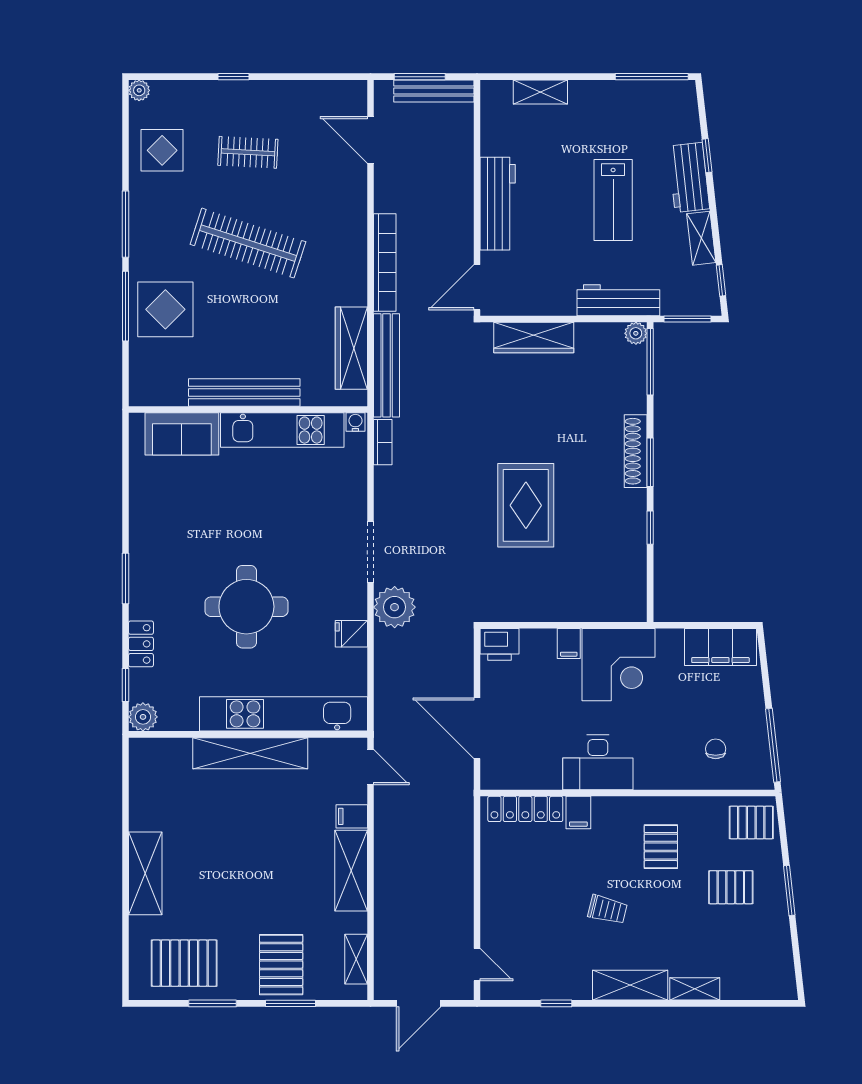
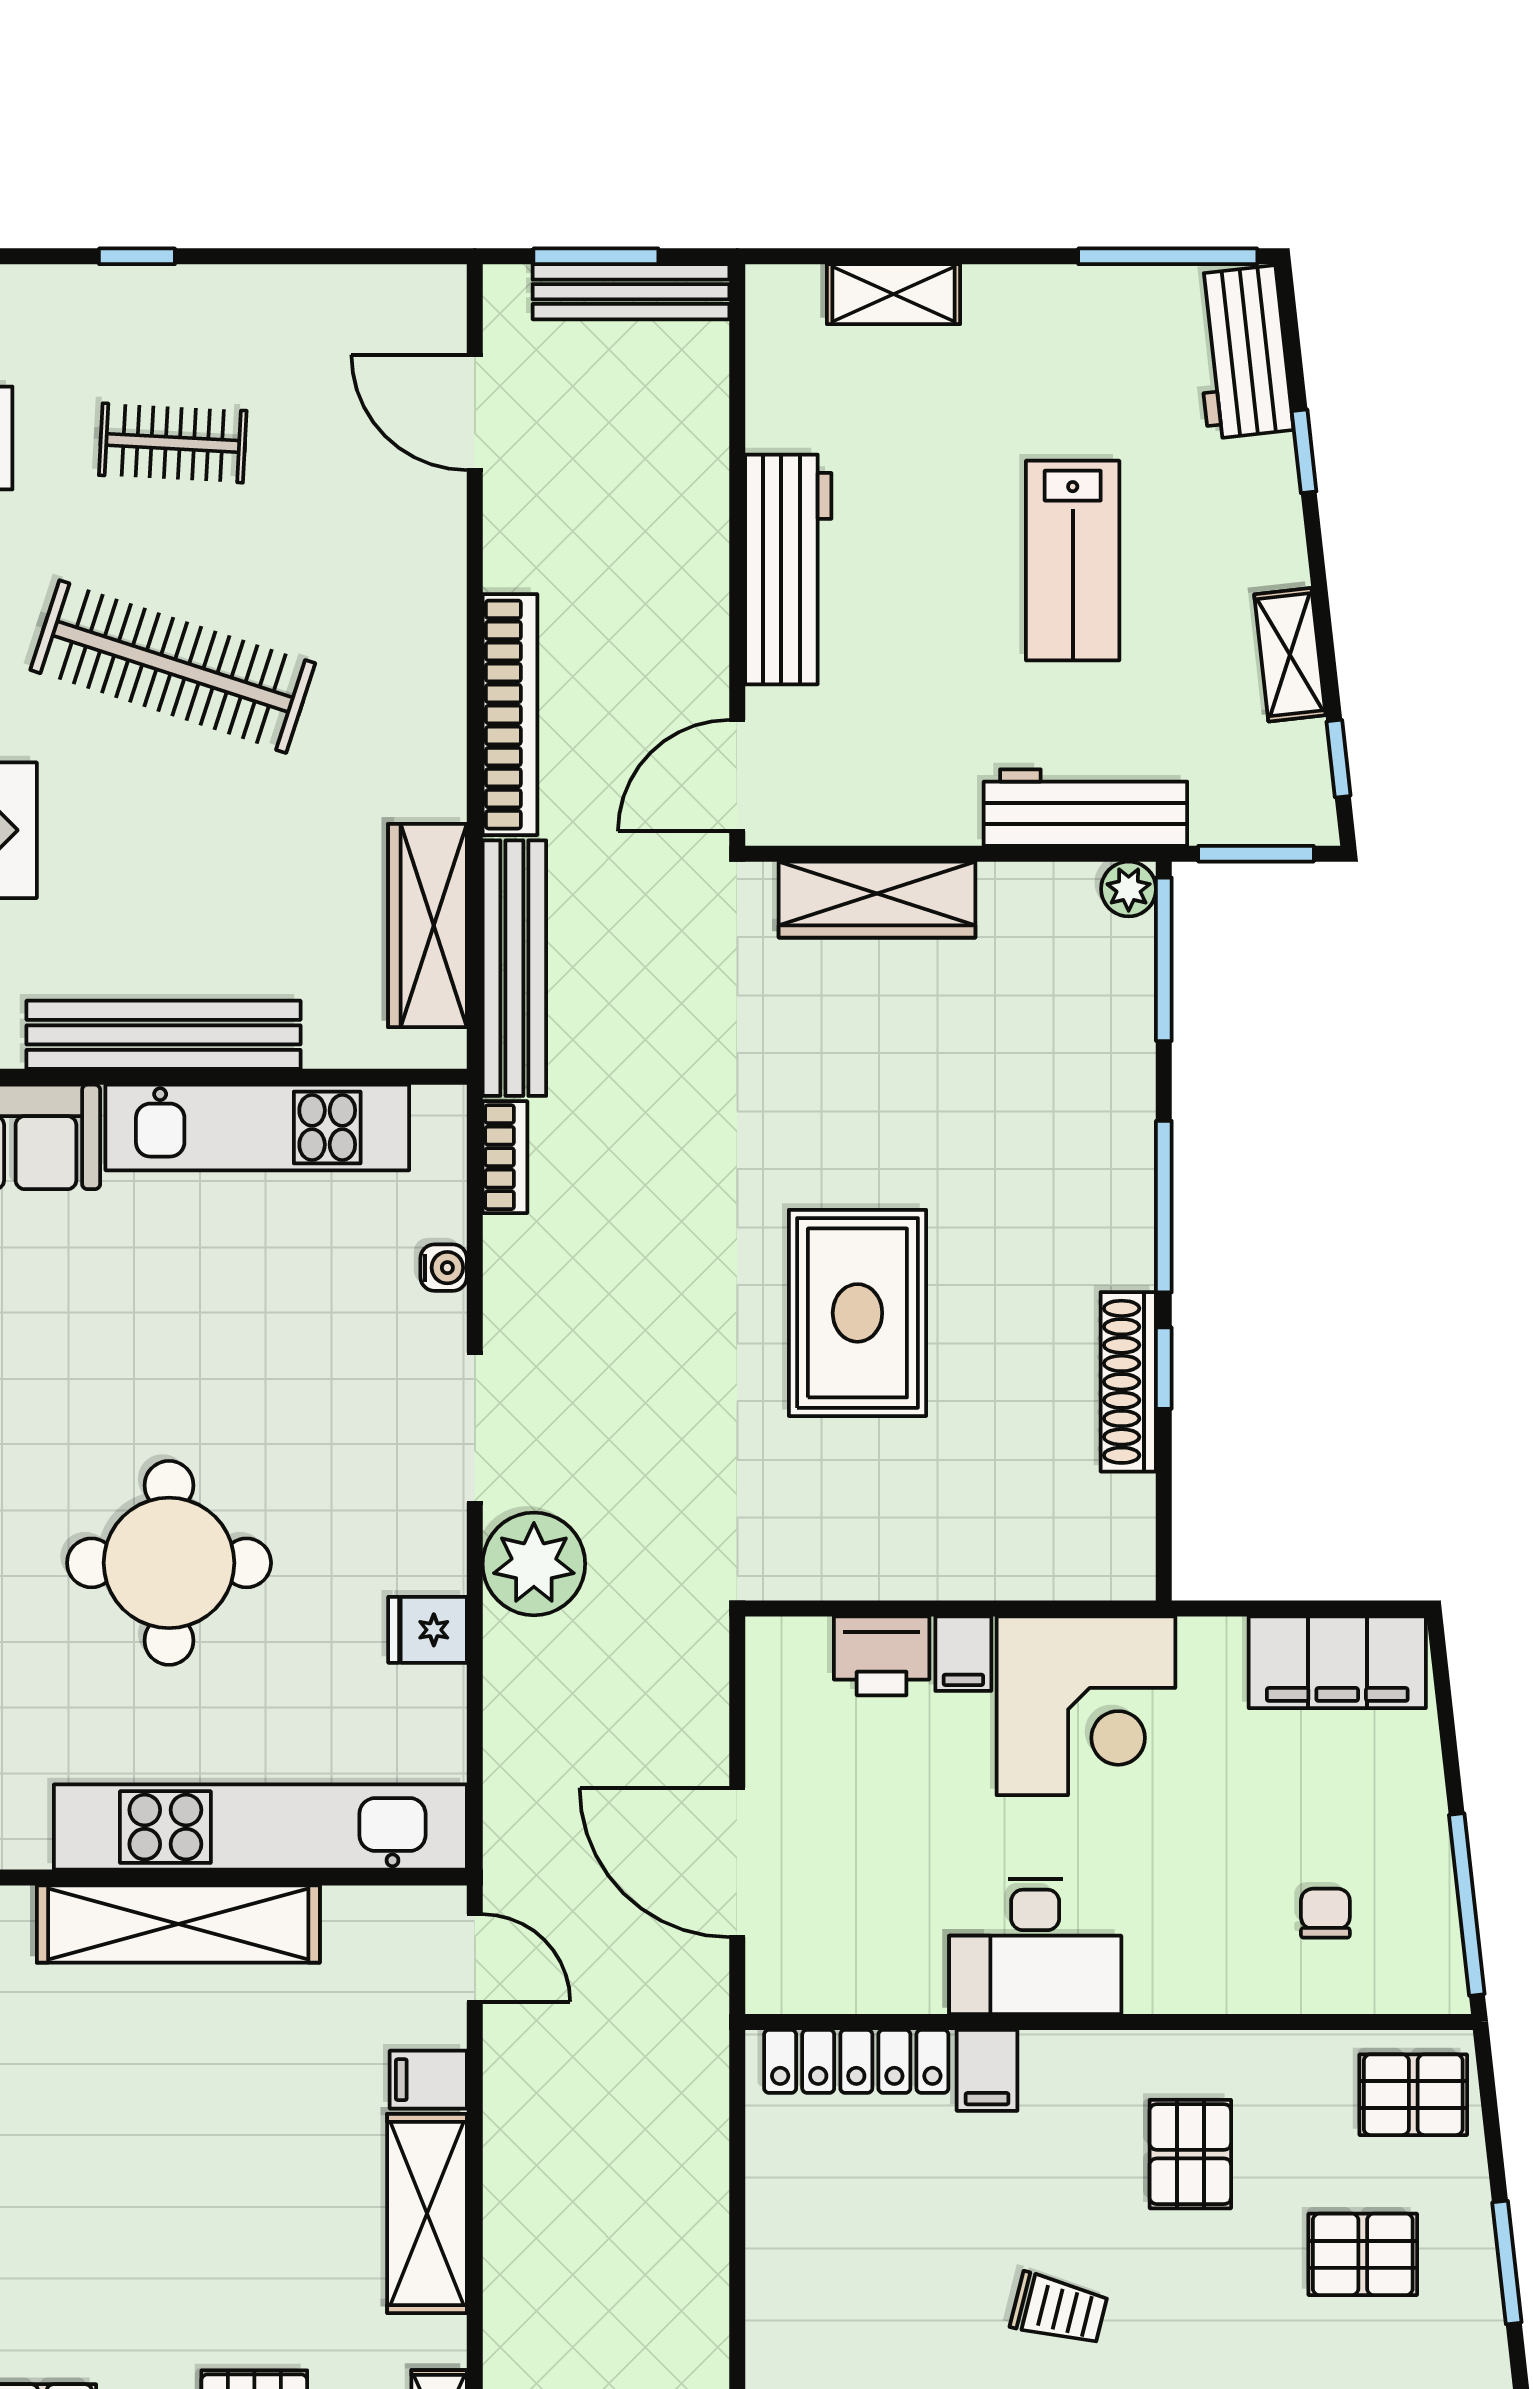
workbench: (689, 178) -> (1242, 352), moved
water cooler: (355, 422) -> (444, 1268), moved, turned 90
shoe rack: (636, 451) -> (1128, 1382), moved
window: (650, 462) -> (1164, 1207), width x1.44
printer: (500, 644) -> (882, 1656), moved

